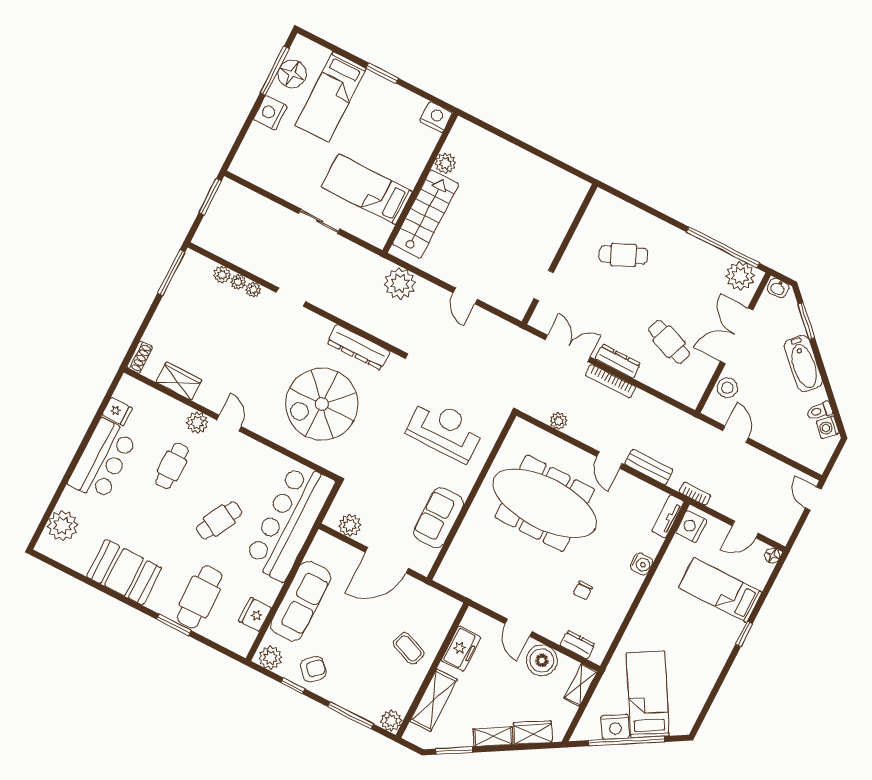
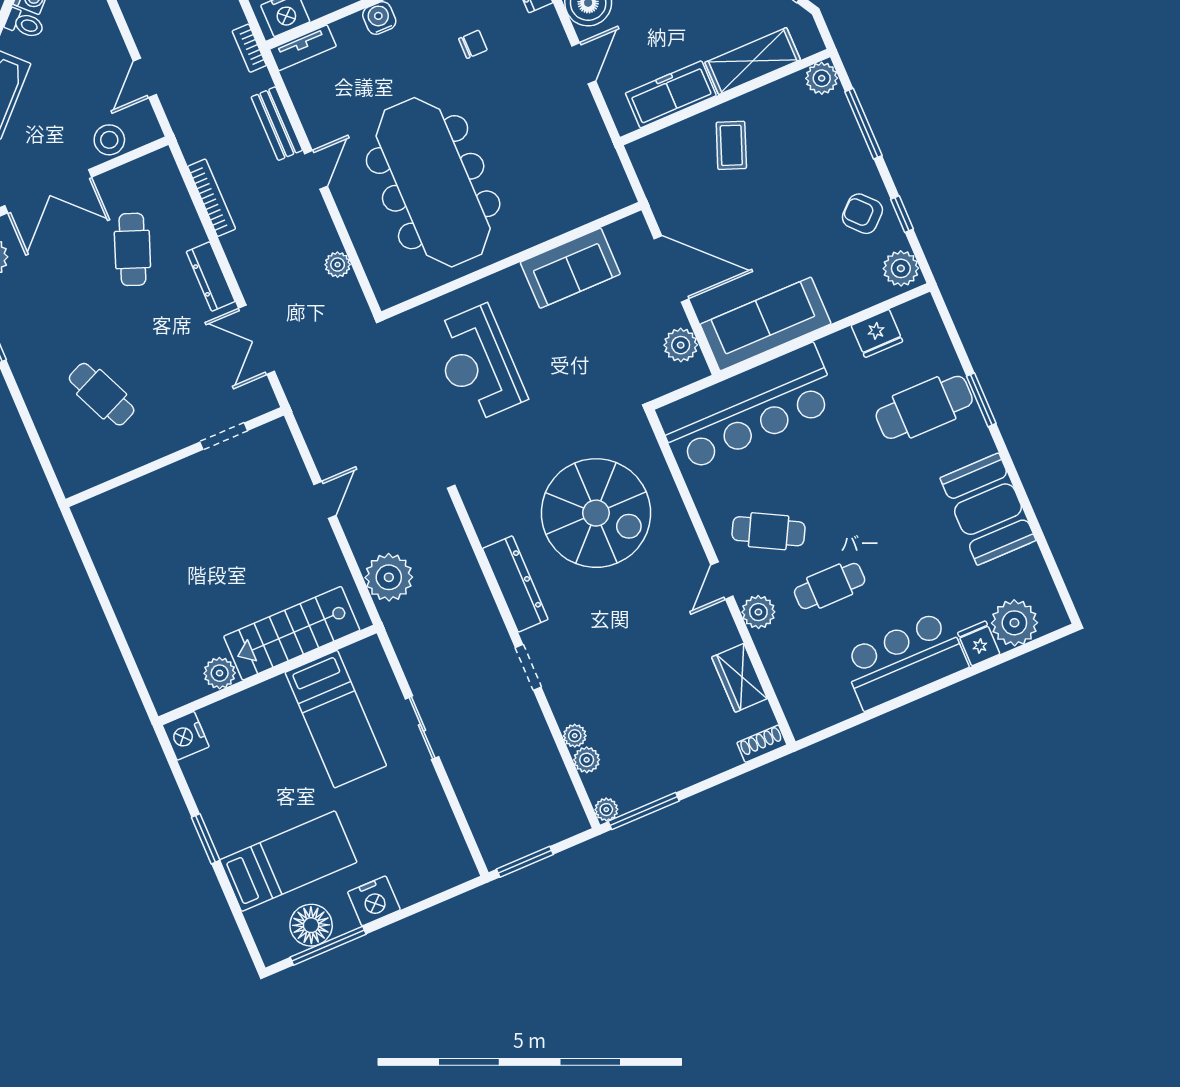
plant: (253, 290) -> (606, 810), moved
dresser: (359, 347) -> (515, 584), moved
bookcase: (611, 381) -> (212, 198), moved
fridge: (117, 412) -> (979, 643), moved
cafe table: (219, 520) -> (769, 531), moved
sofa: (301, 601) -> (766, 324), moved
freezer: (461, 649) -> (671, 94), width x1.40

